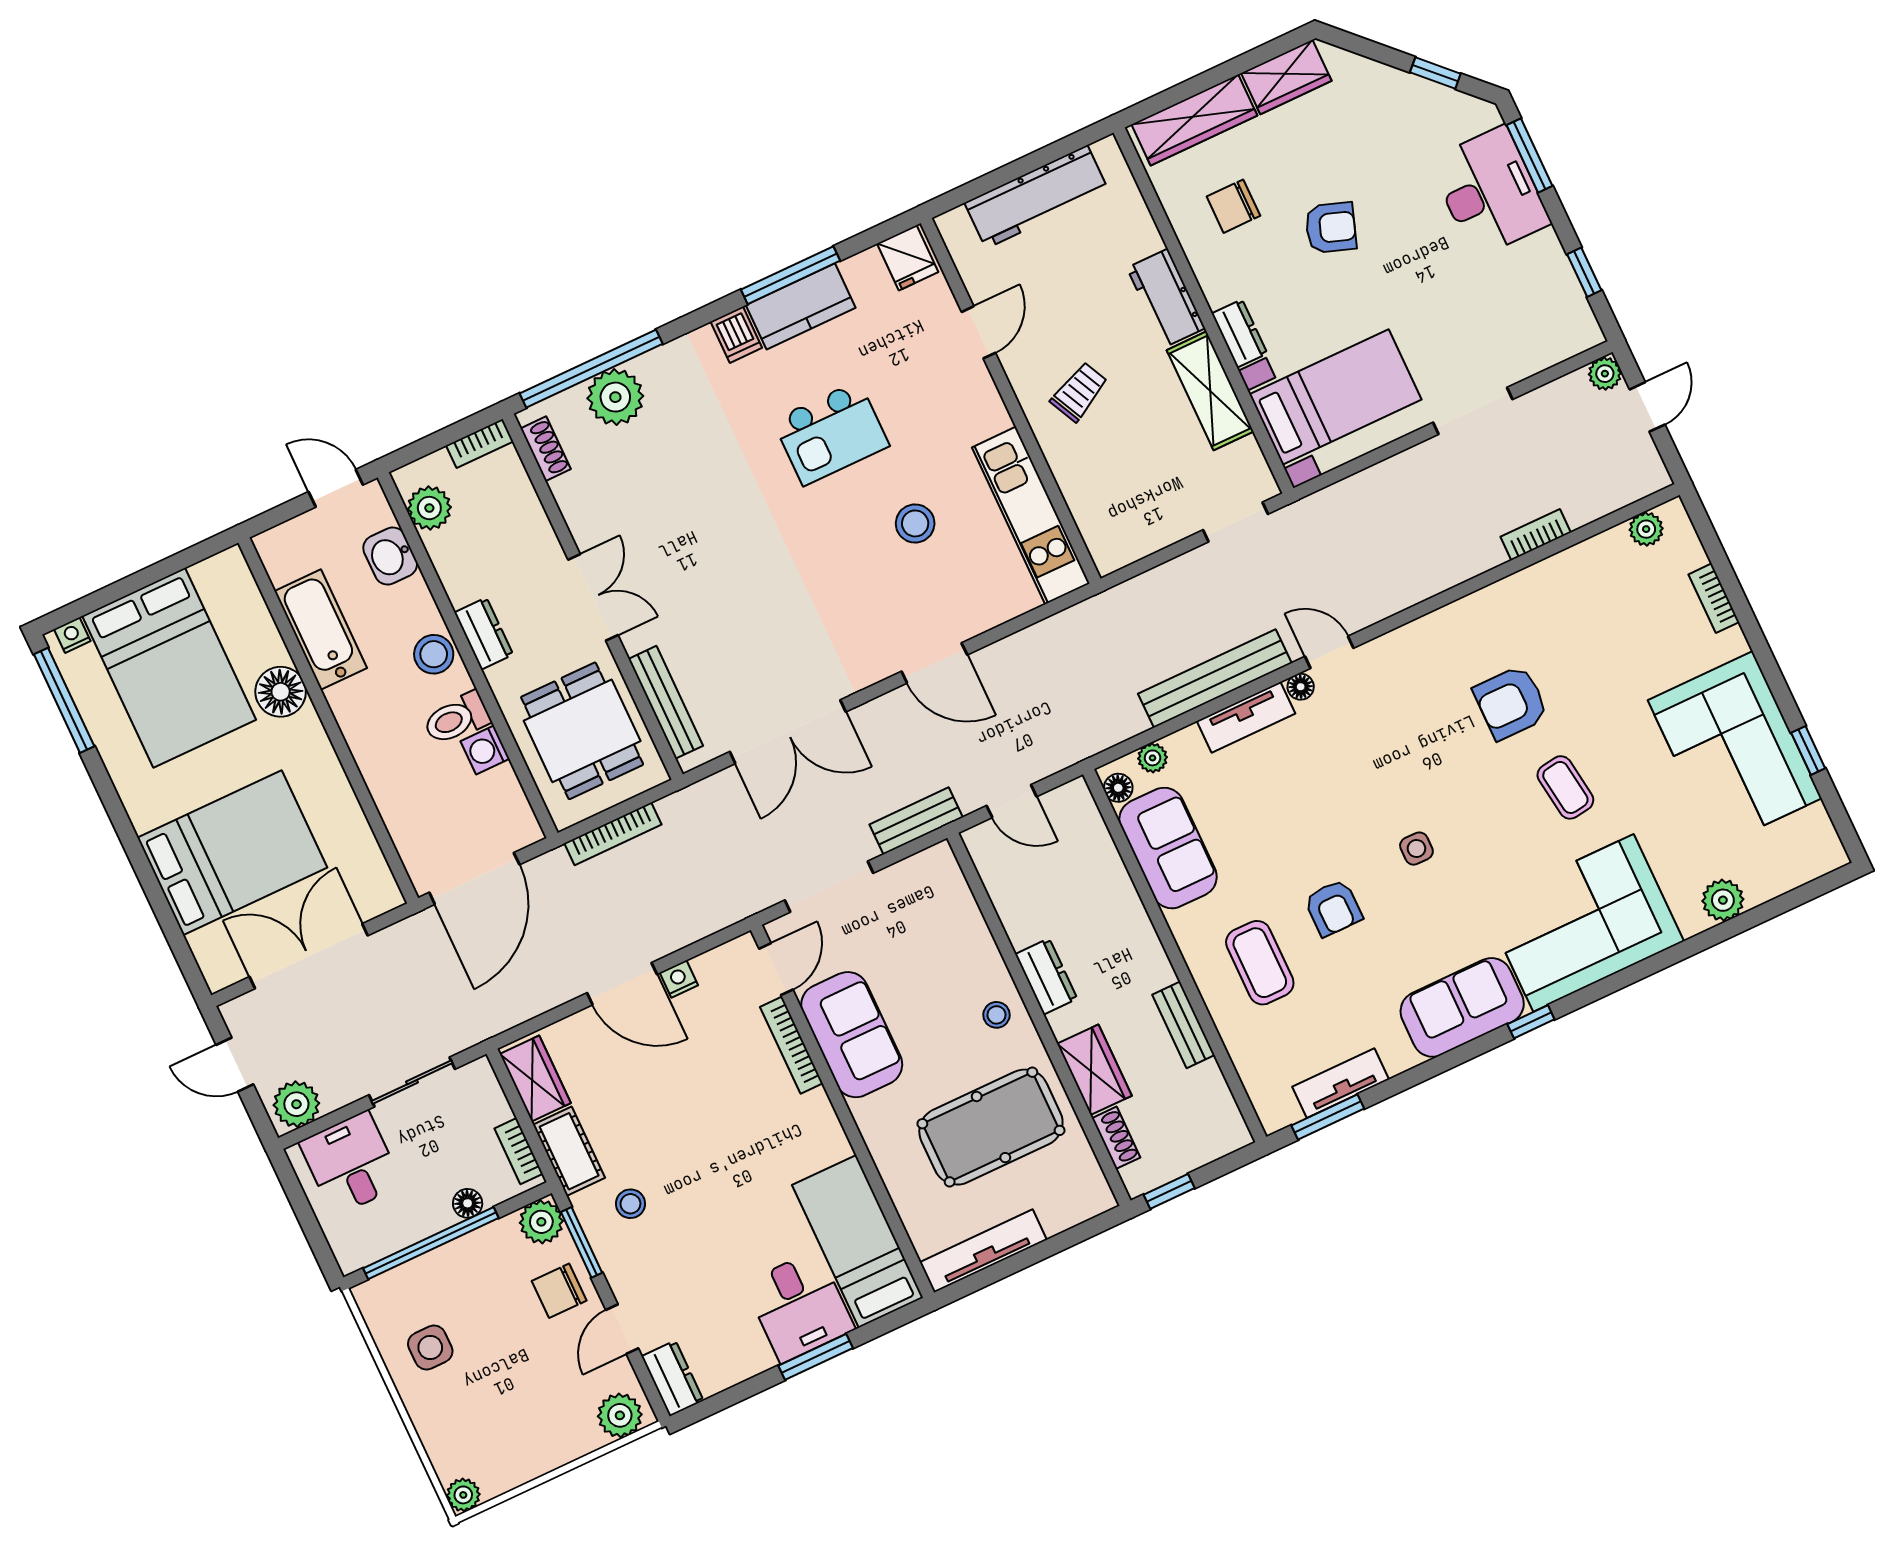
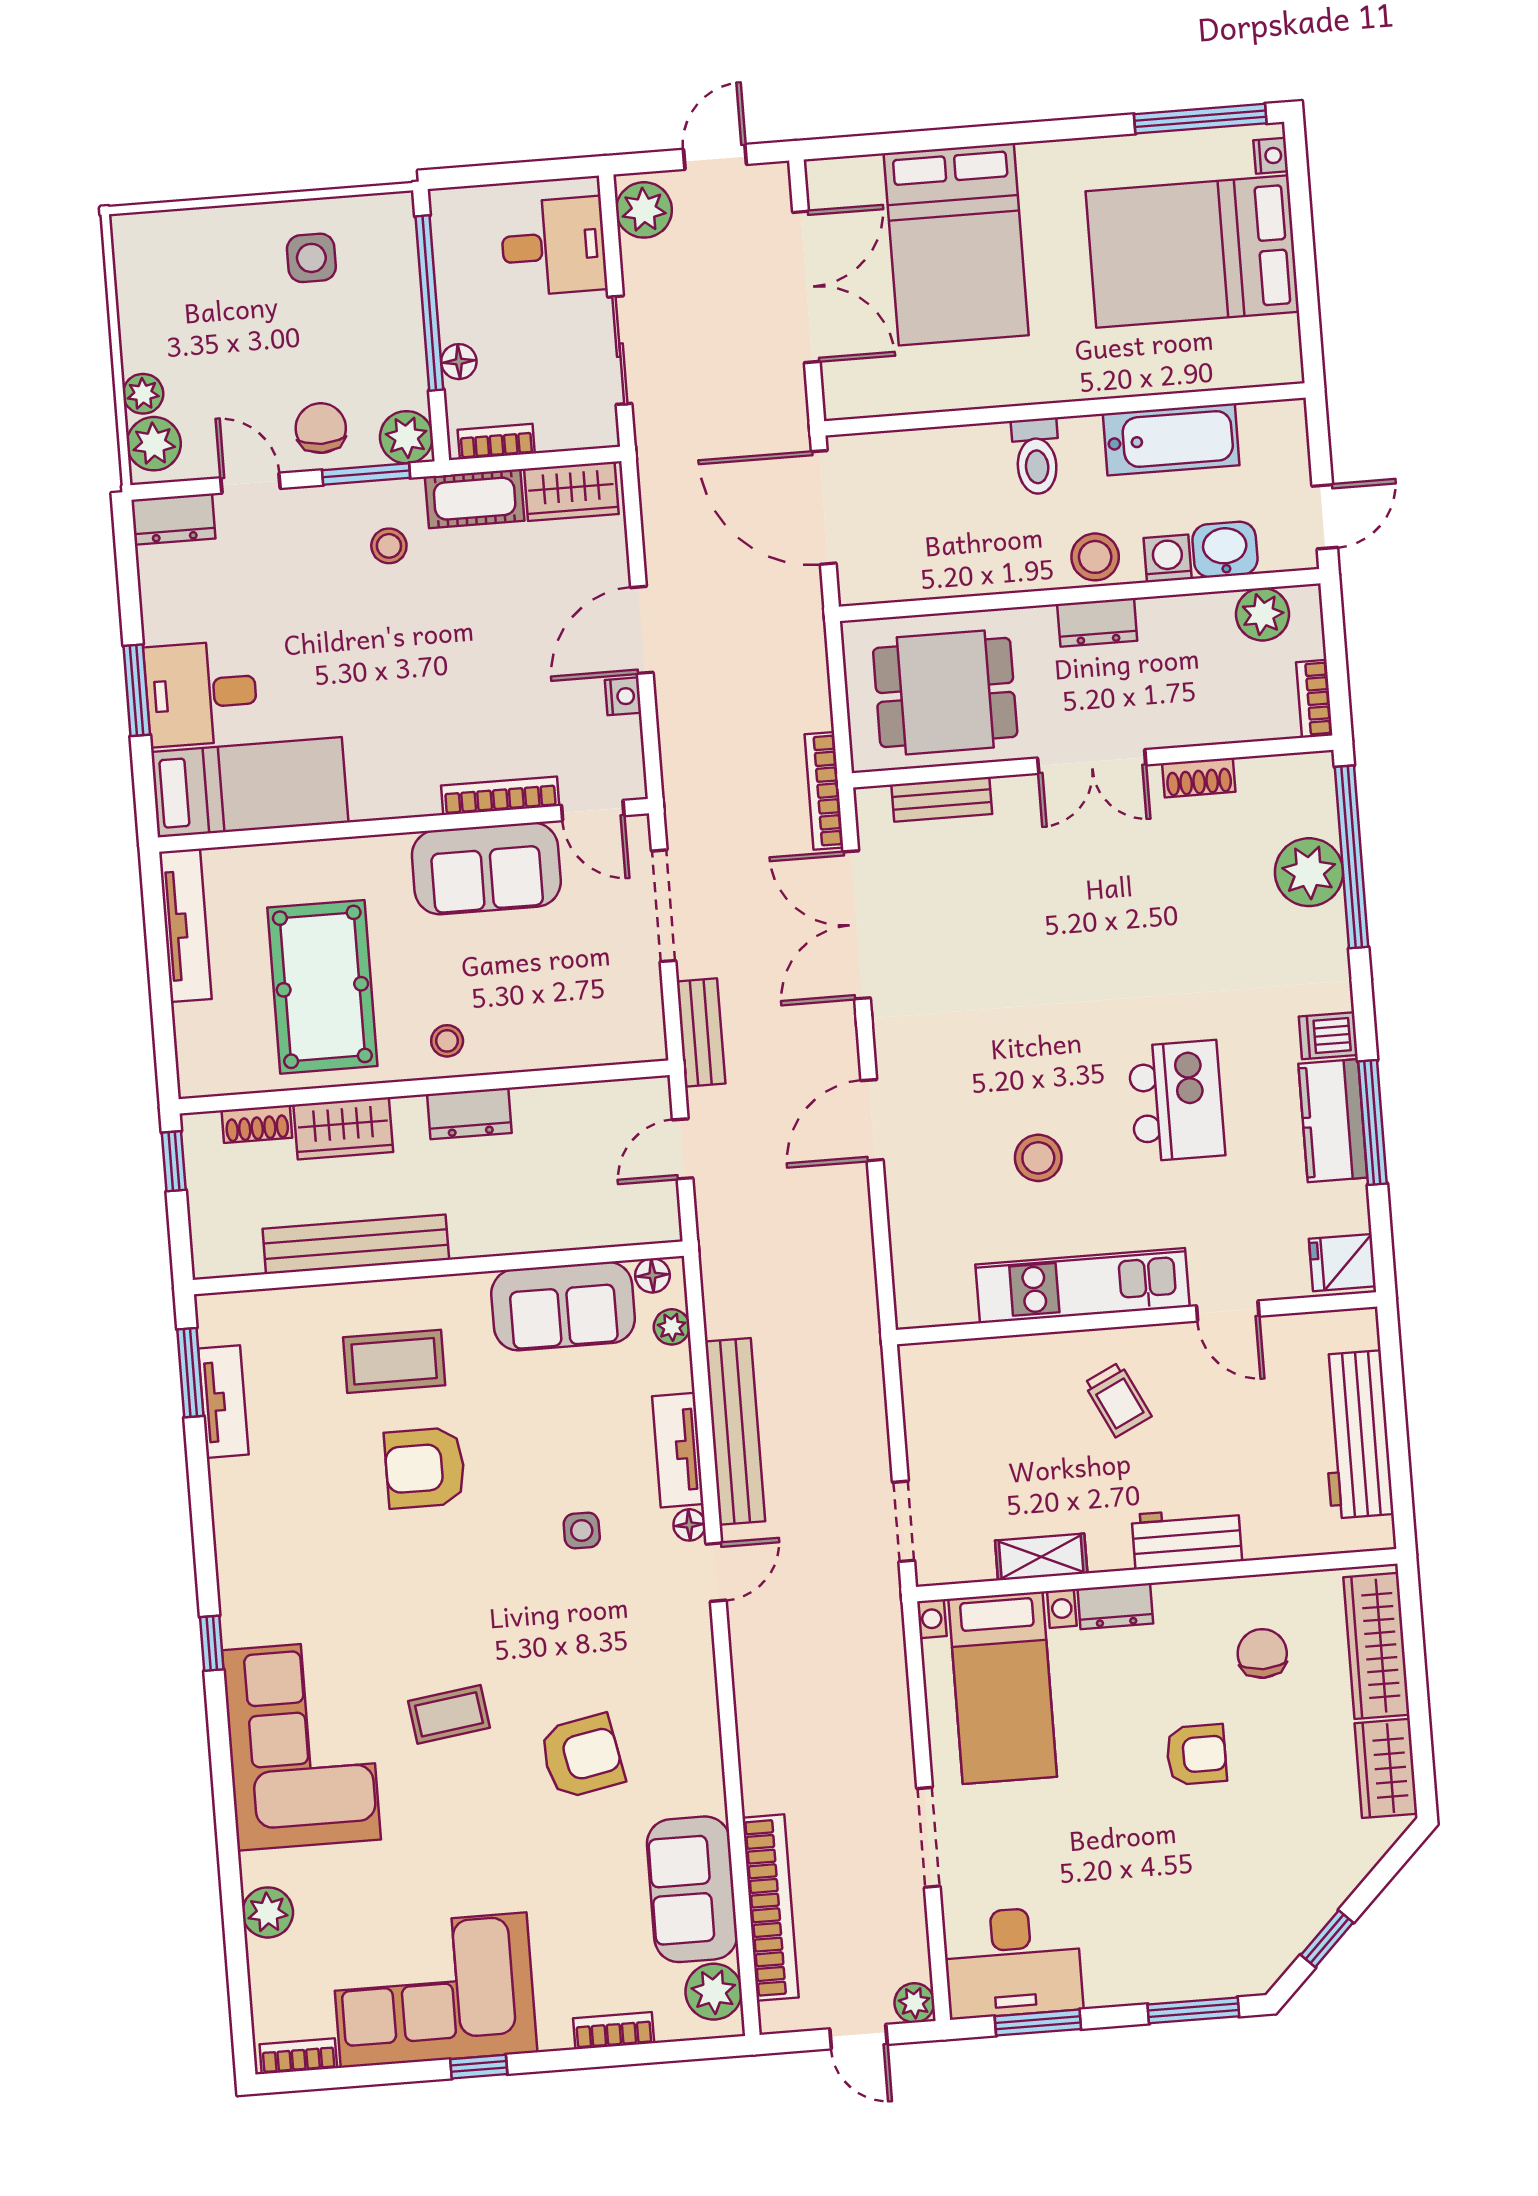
desk: (1490, 192) -> (1013, 1962), moved
armchair: (1331, 228) -> (1196, 1755), turned -109
window: (1584, 272) -> (1038, 2023), width x1.50
shelving: (1210, 391) -> (1041, 1557), width x0.67, depth x0.75
kitchen island: (831, 433) -> (1176, 1101), turned 180
shoe rack: (546, 449) -> (1199, 778), moved
kitchen unit: (1031, 516) -> (1082, 1286), moved
plant: (1646, 529) -> (714, 1992), width x1.38, depth x1.38
bookcase: (1536, 535) -> (771, 1908), width x2.31, depth x1.31
floor lamp: (281, 692) -> (1118, 368), removed
bench: (666, 702) -> (942, 799), width x0.73
armchair: (1511, 703) -> (582, 1756), turned 79
toilet: (457, 719) -> (1036, 456), moved, turned 180
washing machine: (485, 750) -> (1168, 558), moved
window: (1808, 750) -> (479, 2067), moved
coffee table: (1565, 787) -> (449, 1714), moved
bookcase: (613, 834) -> (824, 791), moved
bookcase: (1825, 835) -> (298, 2056), added
side table: (1416, 849) -> (582, 1531), moved
armchair: (1333, 908) -> (425, 1468), width x1.38, depth x1.38
sofa: (1462, 1007) -> (692, 1889), moved, turned 180
bench: (1183, 1025) -> (356, 1244), width x1.86, depth x1.21
plant: (463, 1495) -> (143, 394), moved

